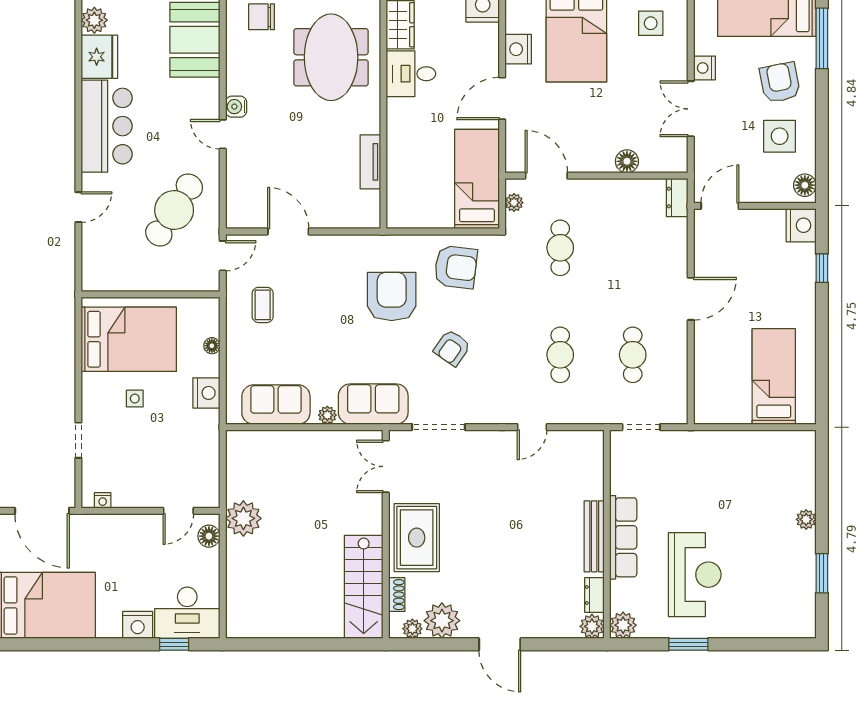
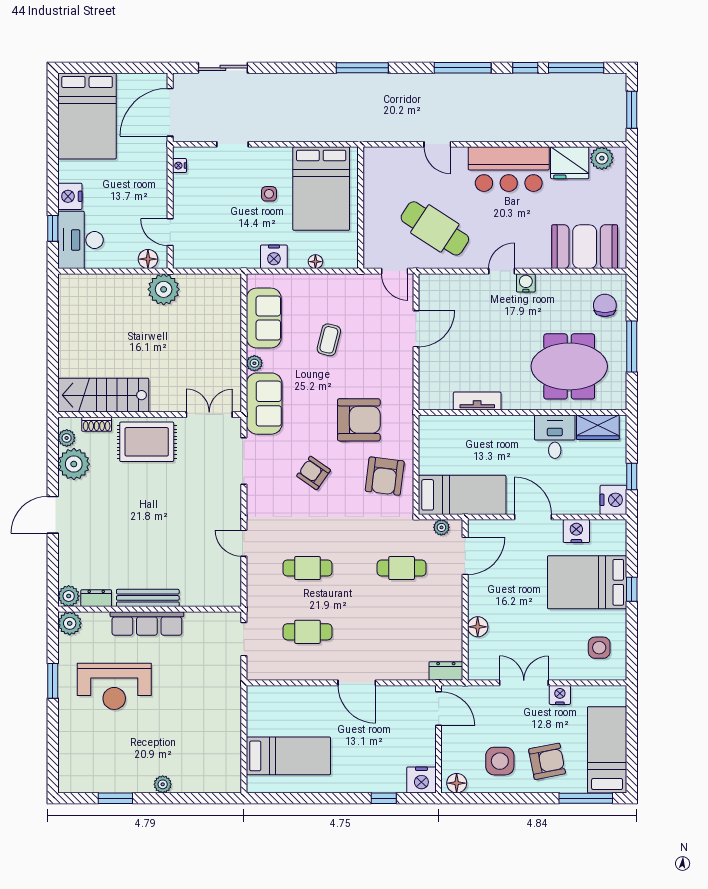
coffee table: (263, 305) -> (329, 340), moved, turned -76

